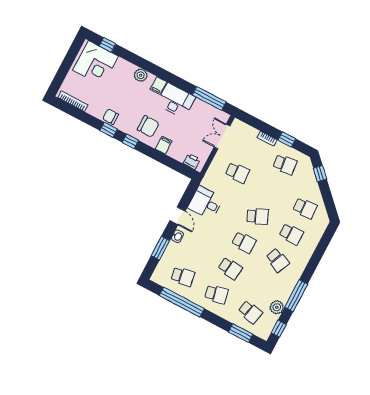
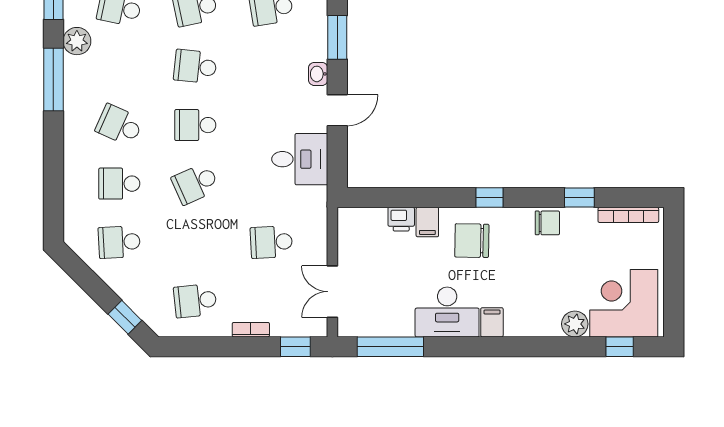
plant: (141, 75) -> (575, 324), moved
window: (109, 130) -> (579, 198), moved
double door: (222, 136) -> (332, 292), swing flipped
window: (287, 139) -> (295, 347), moved
printer: (192, 161) -> (401, 219), moved
door: (177, 216) -> (337, 110), swing flipped

